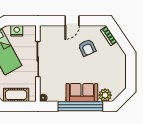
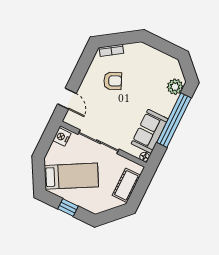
door: (72, 21) -> (67, 99), moved
nightstand: (17, 31) -> (62, 137), moved
sofa: (82, 93) -> (150, 131), moved

